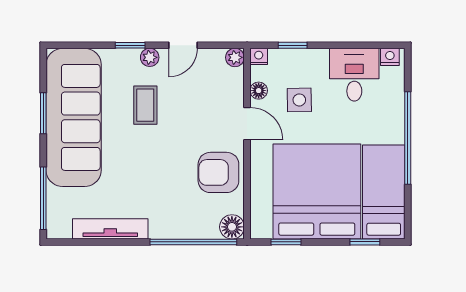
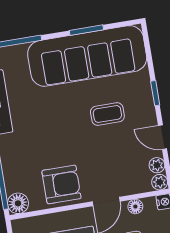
plant: (150, 57) -> (157, 165), moved
armchair: (218, 172) -> (61, 184), turned 90

